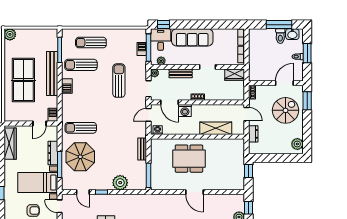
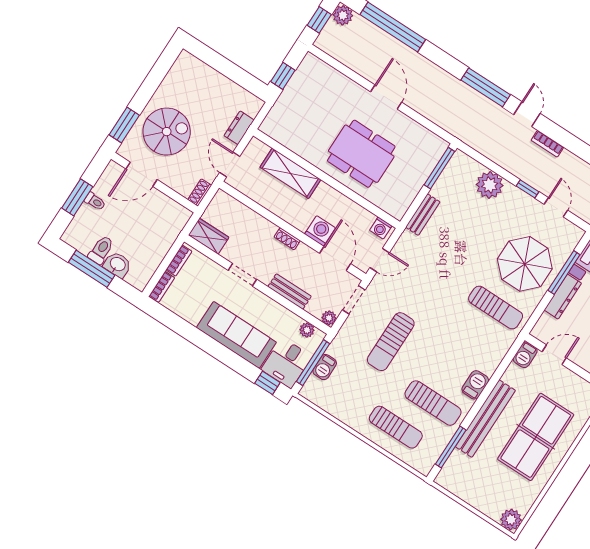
washbasin: (292, 34) -> (117, 265), moved
spiral stairs: (286, 110) -> (167, 132), turned 180
plant: (297, 144) -> (182, 69), removed

